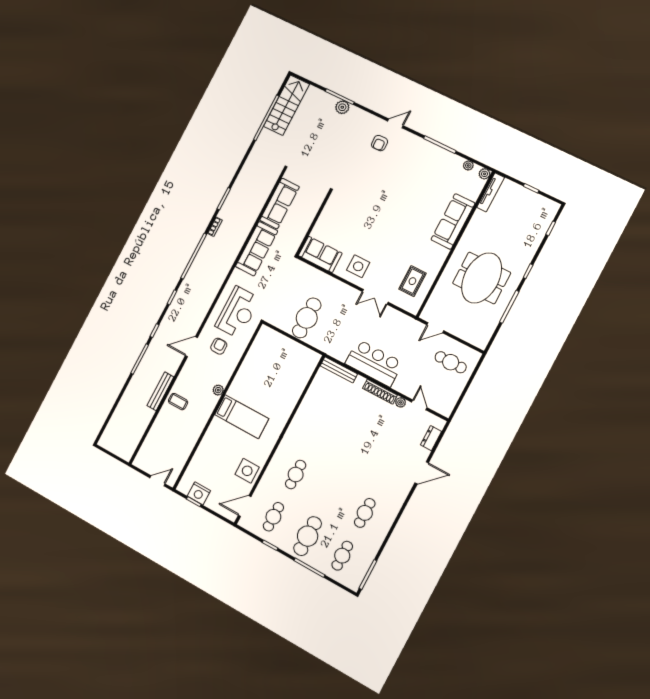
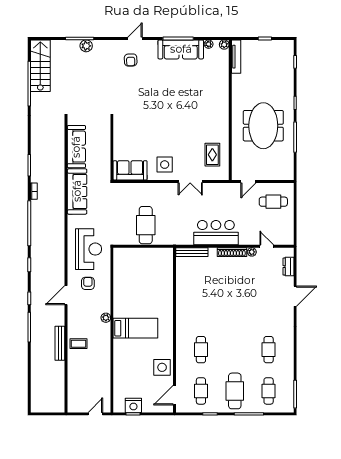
sofa: (453, 221) -> (181, 49), moved, turned -90

